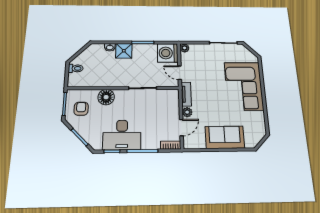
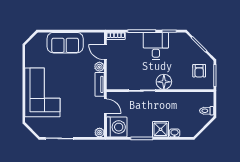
floor lamp: (106, 97) -> (164, 82), moved
door: (181, 127) -> (105, 52), hinge flipped
desk: (122, 135) -> (156, 46), width x0.73

